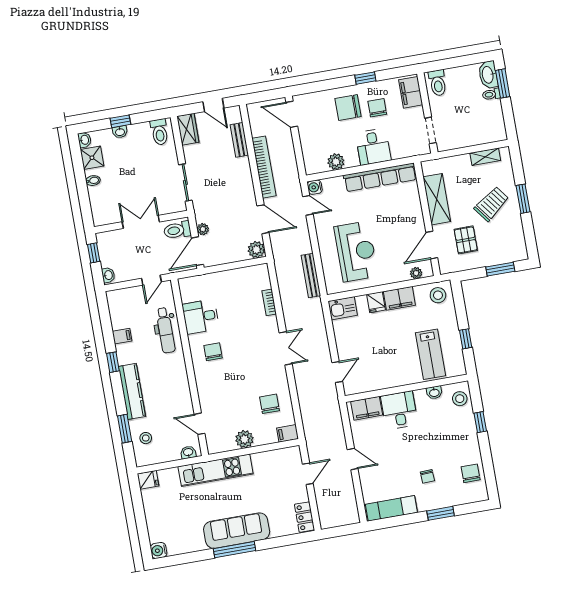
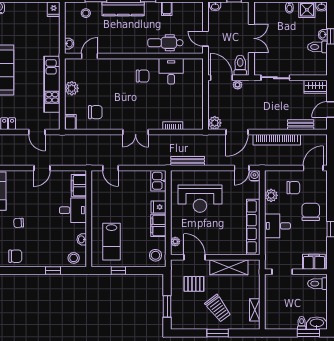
chair: (377, 108) -> (293, 188), moved
toilet: (159, 132) -> (317, 47), moved
lab bench: (431, 354) -> (111, 242), turned -90
kitchen unit: (216, 470) -> (52, 84), moved

